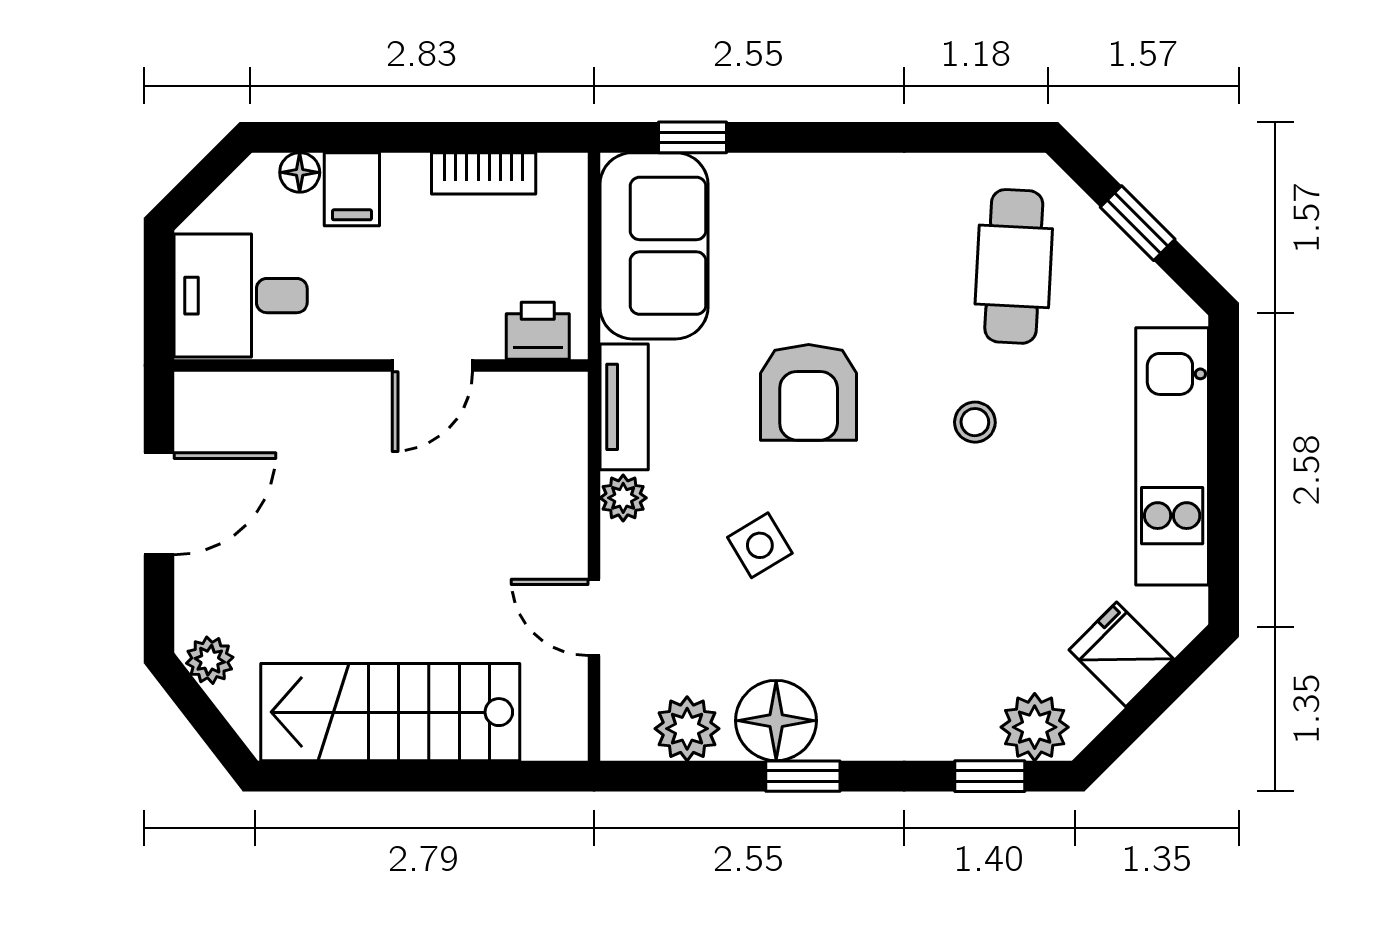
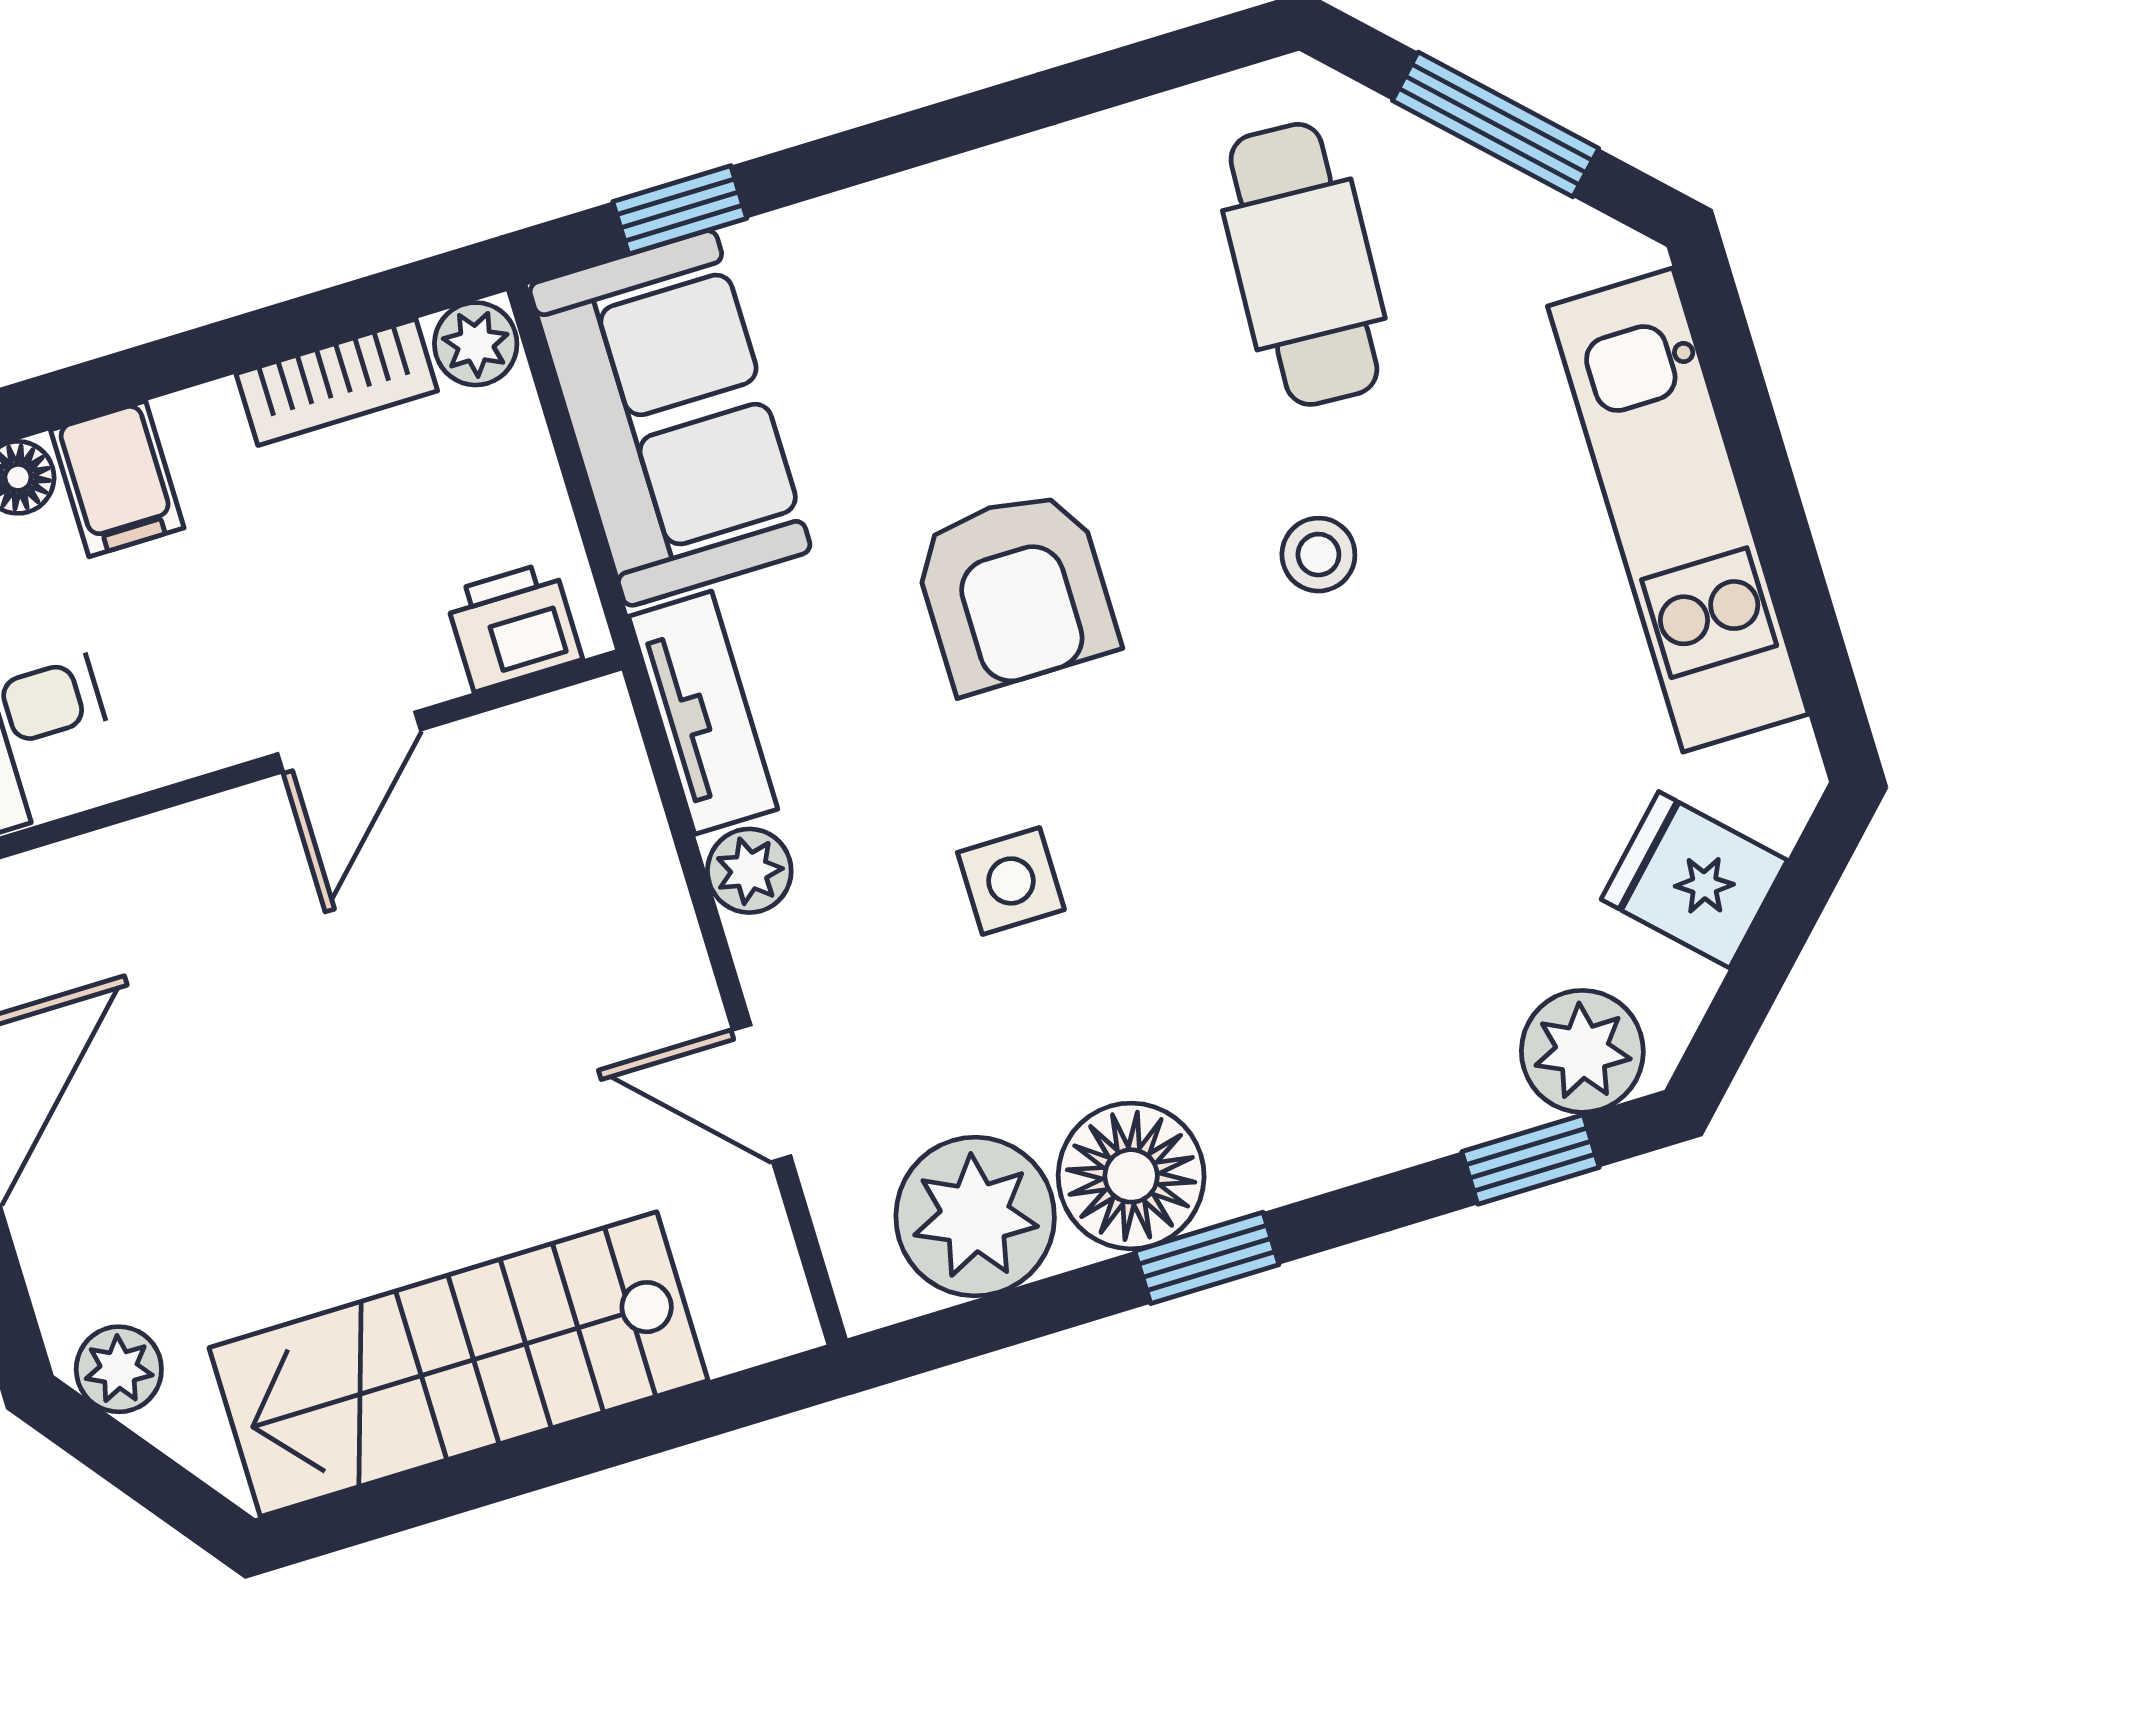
plant: (563, 175) -> (476, 344), added
window: (1138, 223) -> (1496, 124), width x1.50
side table: (760, 545) -> (1011, 881), turned 31
plant: (687, 729) -> (975, 1217), width x1.36, depth x1.36

